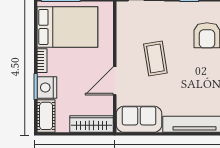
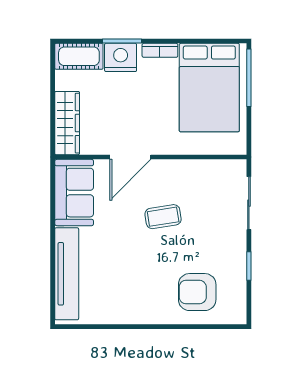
coffee table: (155, 59) -> (163, 217), width x0.73, depth x0.77
door: (115, 81) -> (130, 157), swing flipped

